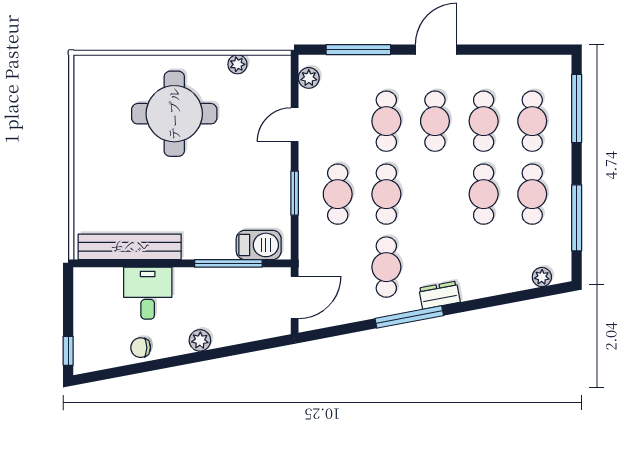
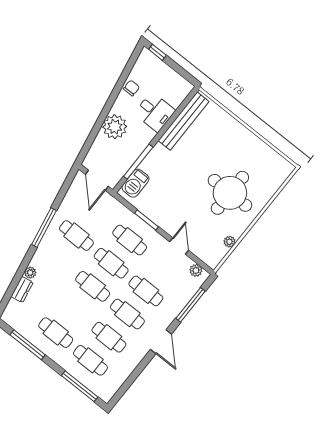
cafe table: (484, 194) -> (93, 286), moved
plant: (542, 277) -> (30, 273), moved
dresser: (439, 295) -> (22, 289), moved
plant: (200, 340) -> (115, 127), width x1.88, depth x1.88

